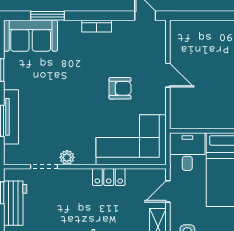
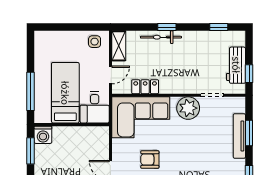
plant: (67, 157) -> (188, 108), width x1.88, depth x1.88
locker: (109, 177) -> (145, 87), moved

